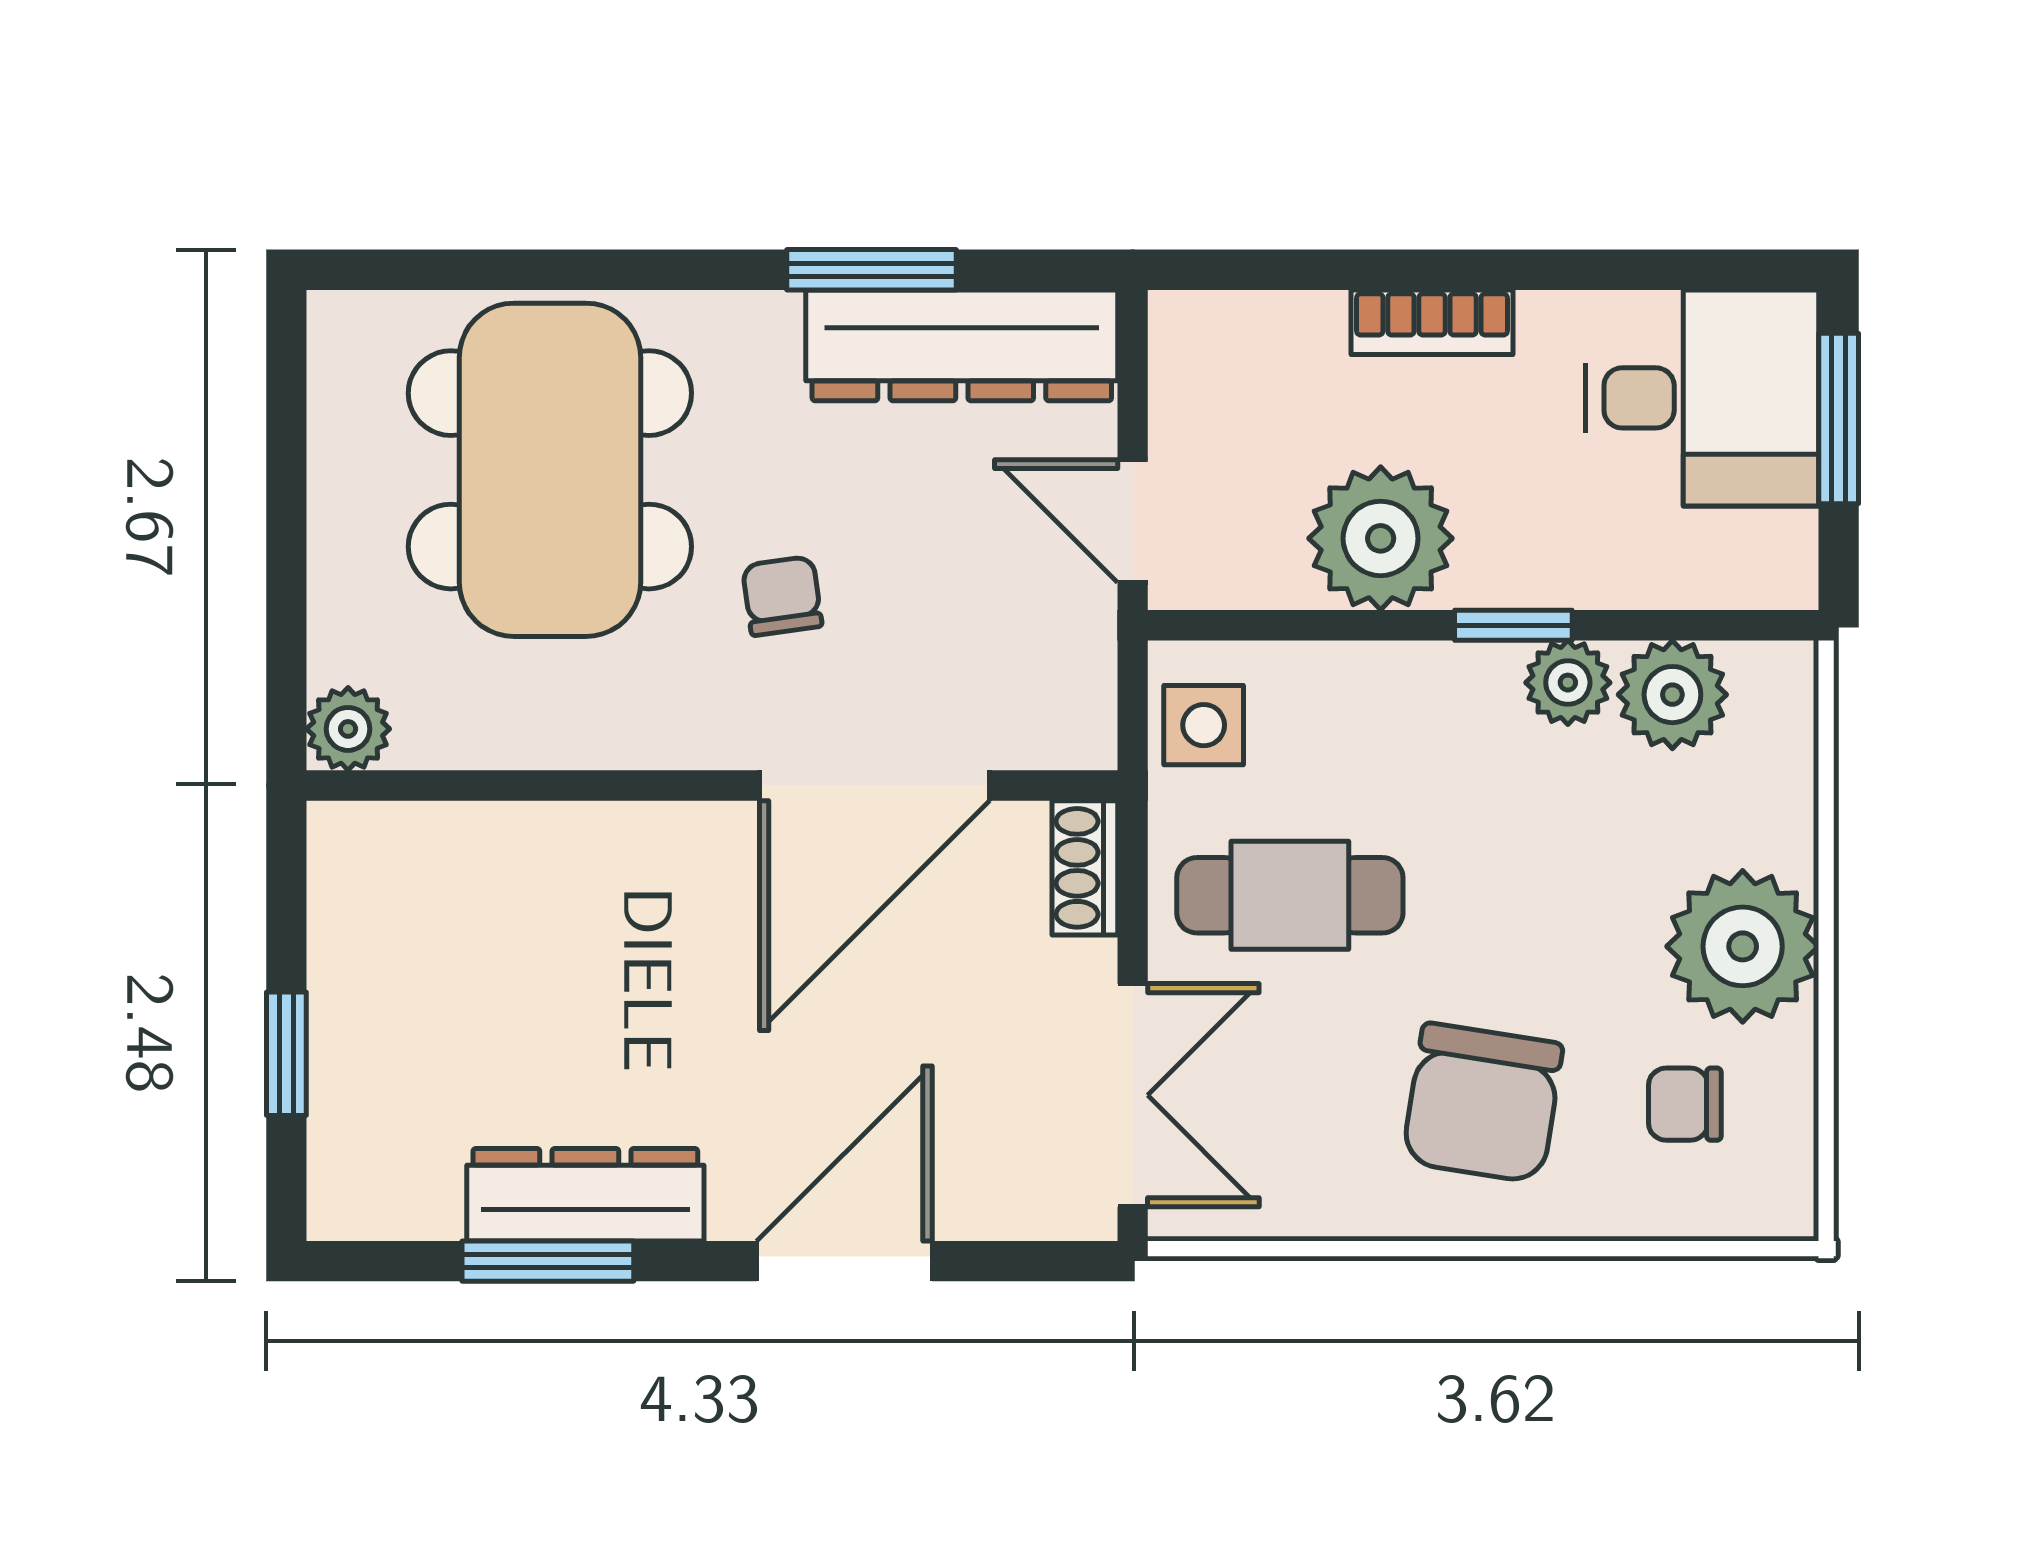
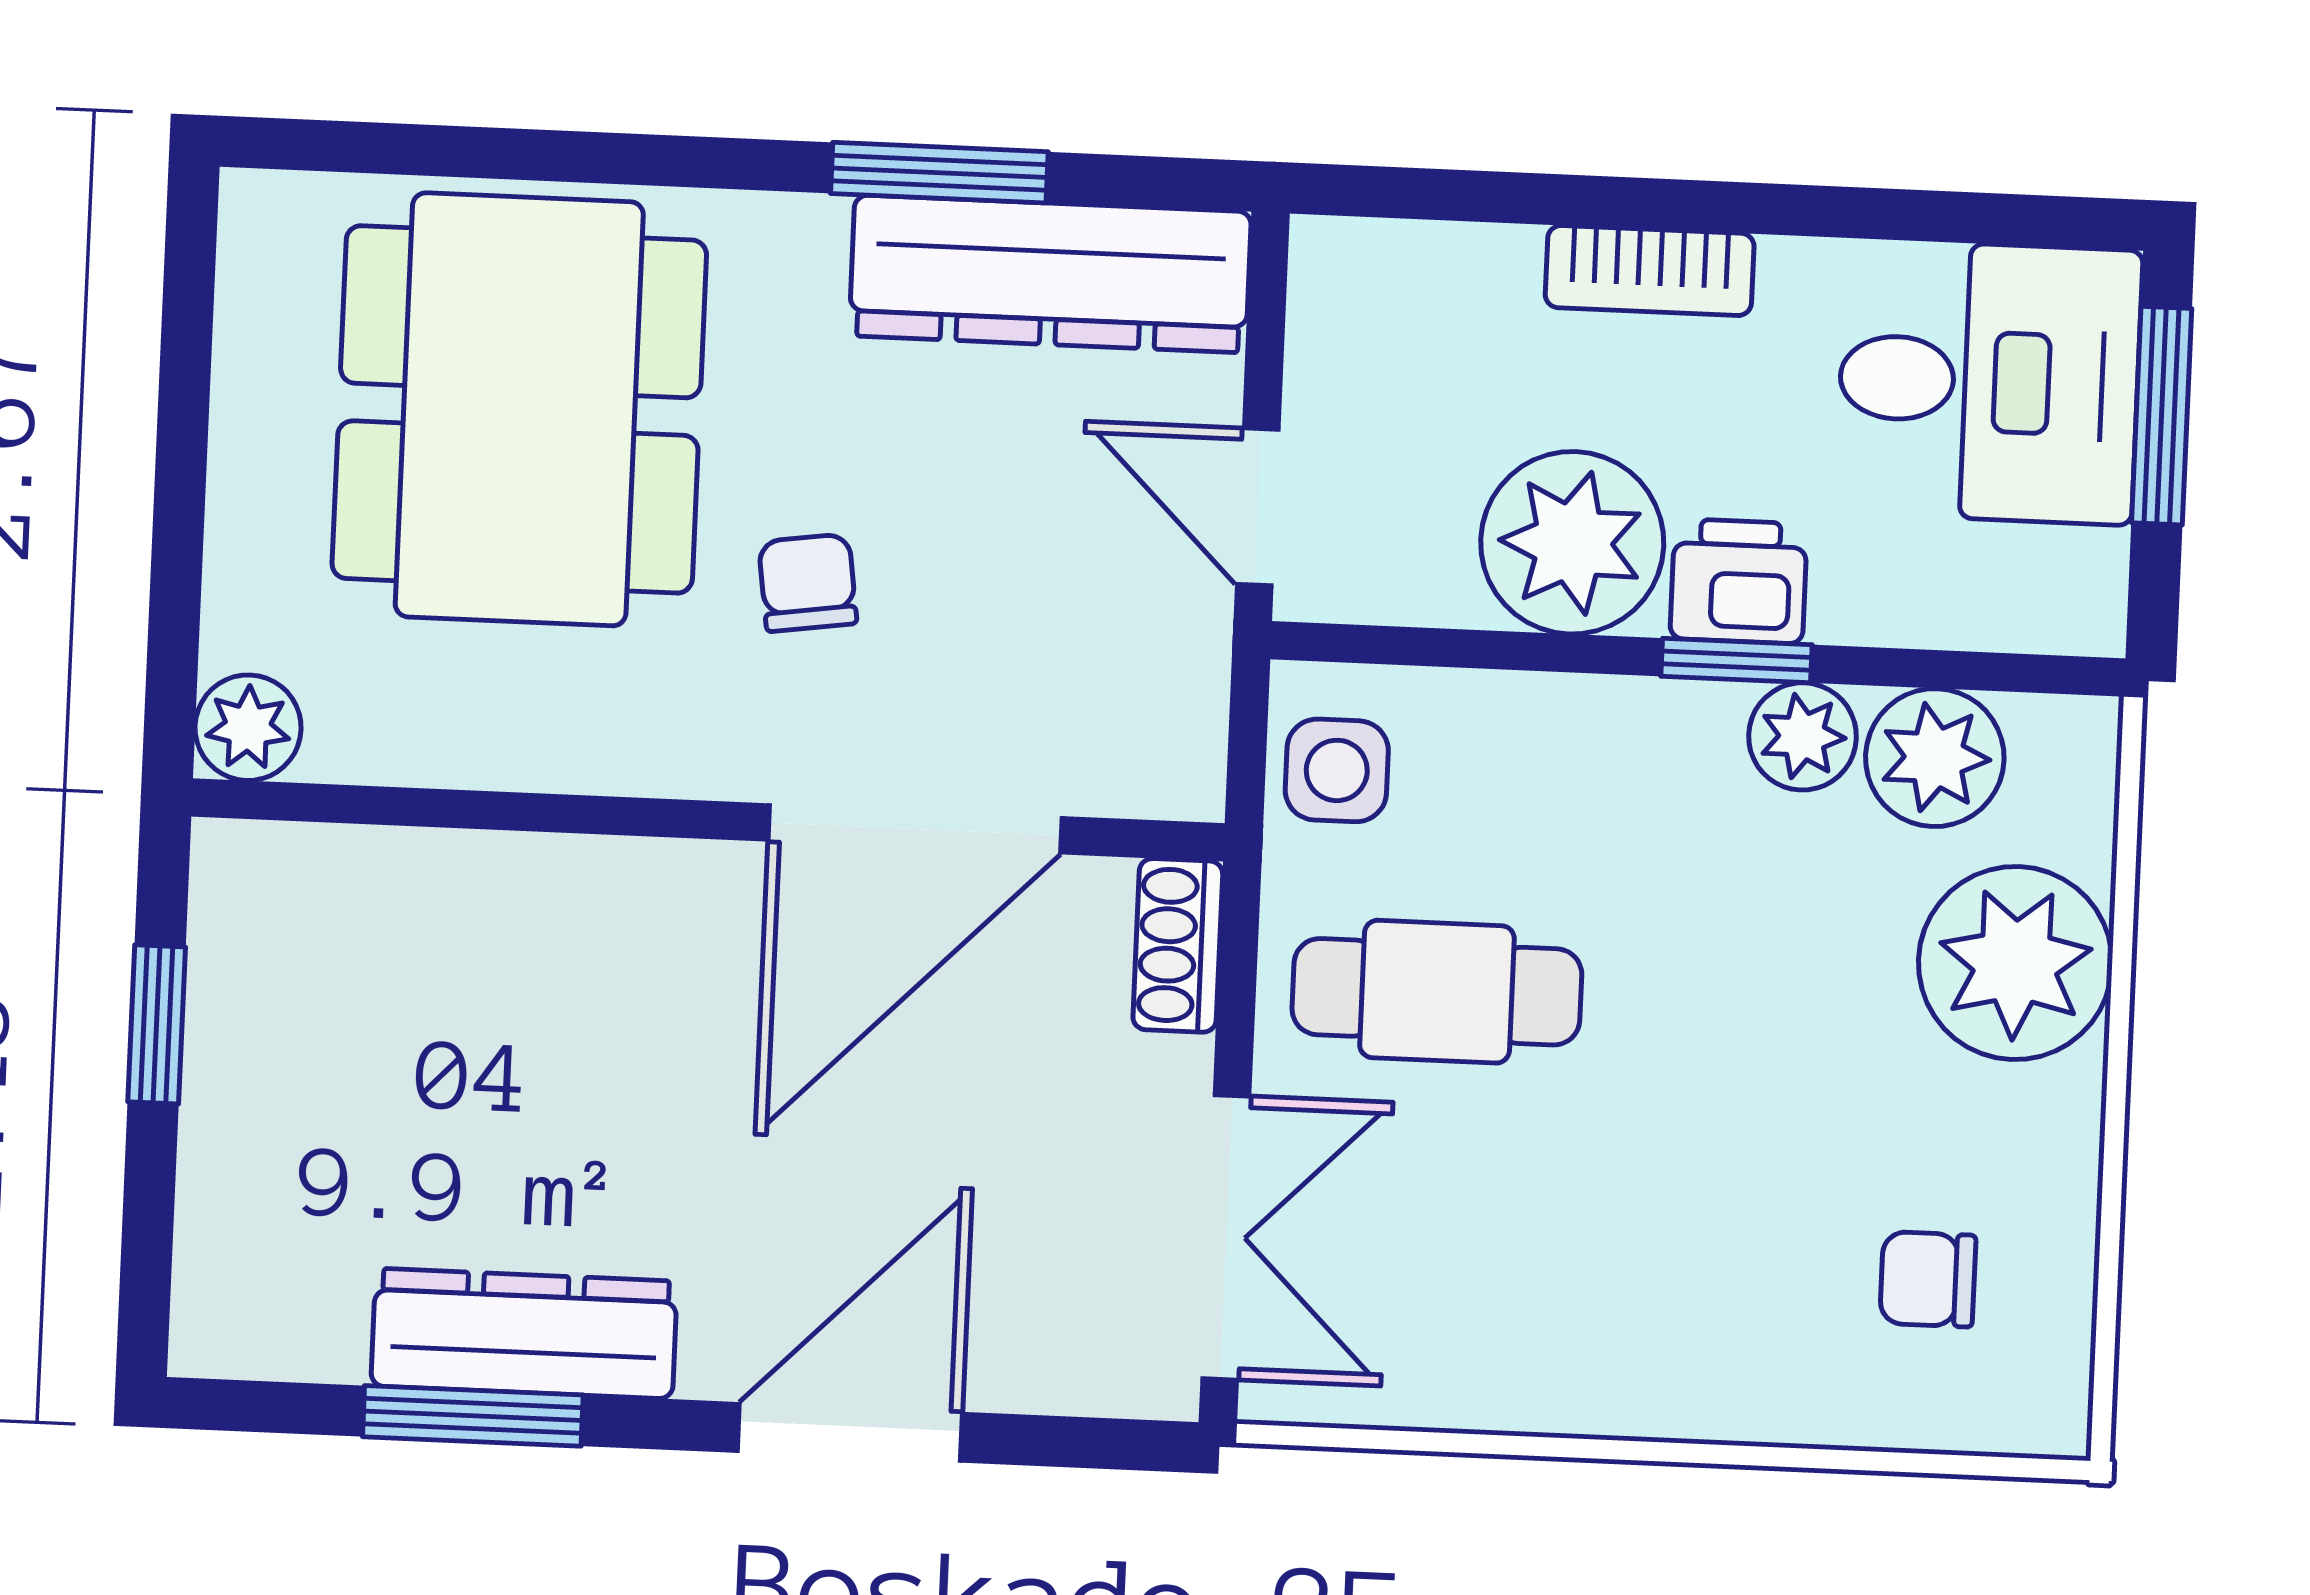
printer: (1512, 563) -> (1739, 581), added
plant: (1743, 946) -> (2015, 963), moved
window: (286, 1054) -> (157, 1024), moved
chair: (1483, 1103) -> (1671, 1266), removed

